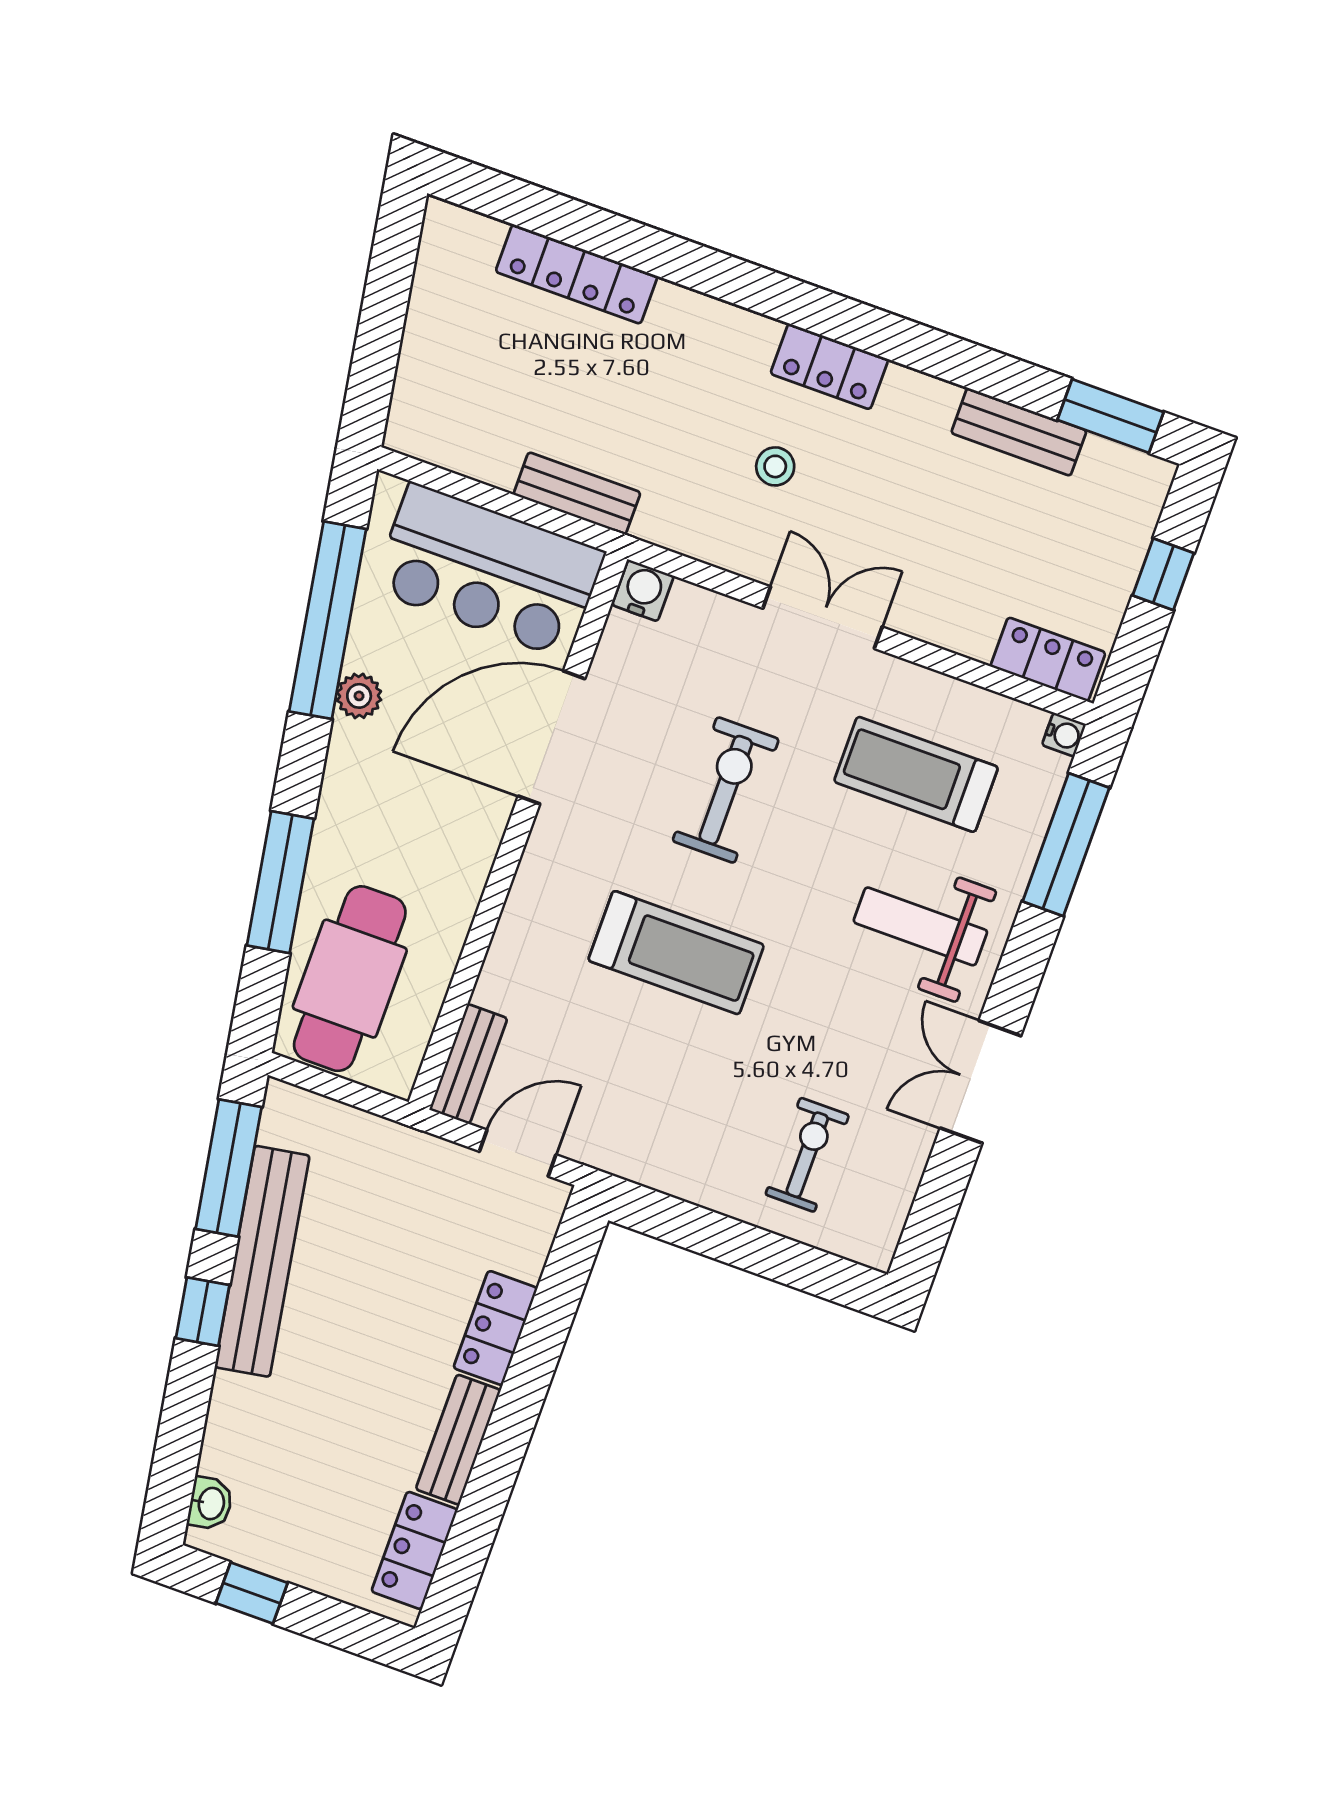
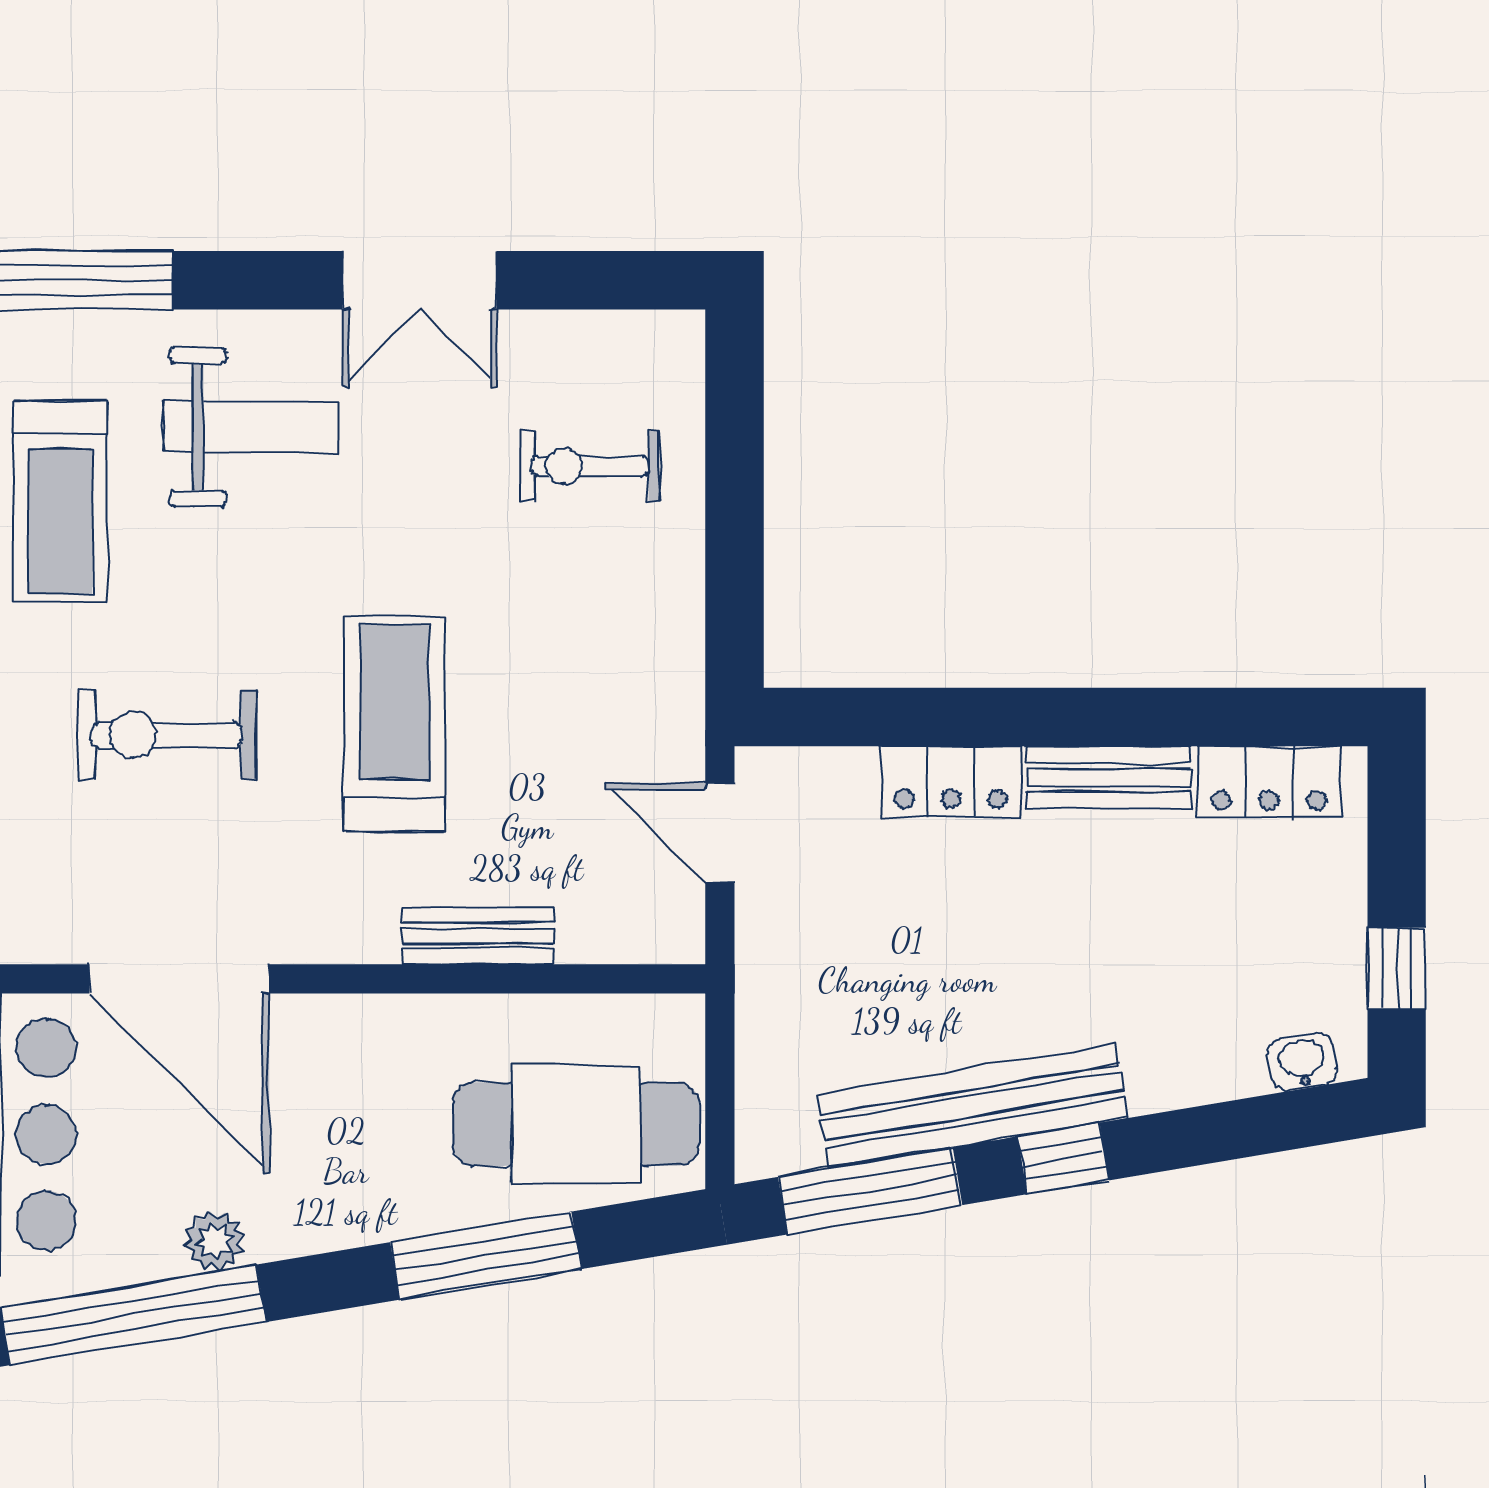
weight bench: (920, 926) -> (250, 427), turned -90
bench: (468, 1064) -> (479, 935), moved

